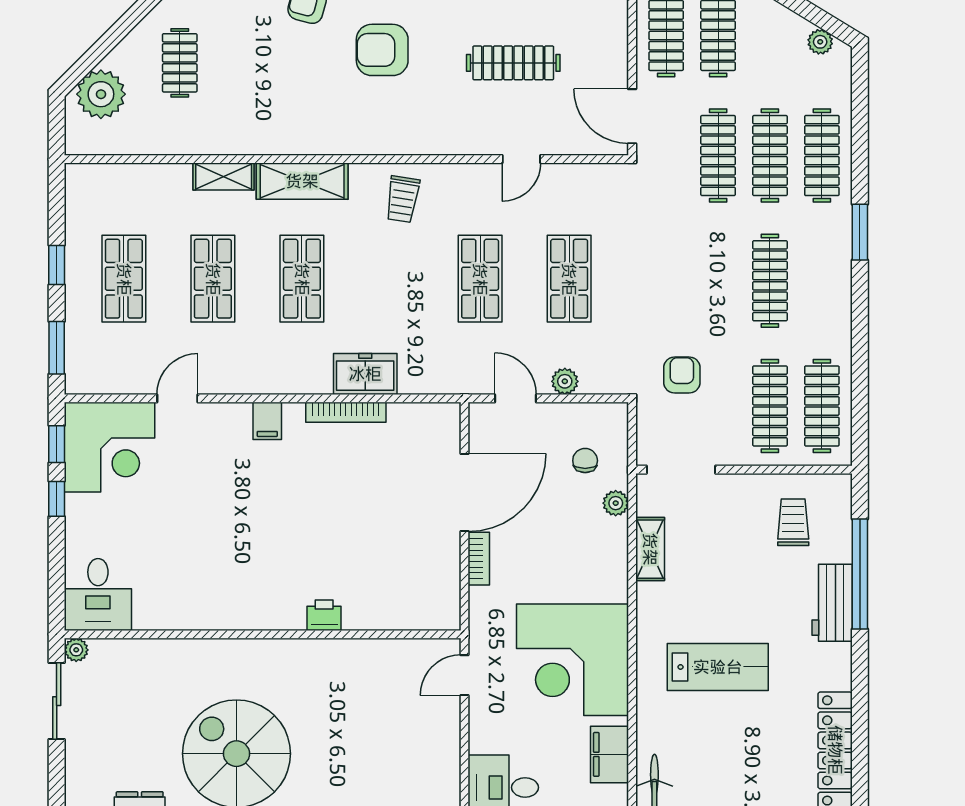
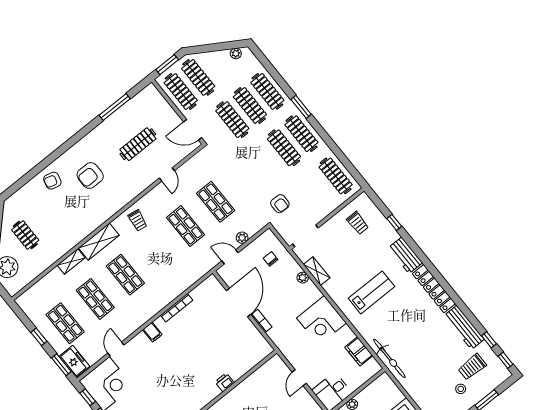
freezer: (365, 374) -> (74, 361), moved, turned 90
armchair: (682, 375) -> (280, 204), turned 180
clothes rail: (770, 406) -> (301, 134), moved
plant: (616, 503) -> (303, 278), moved
trolley: (793, 522) -> (358, 223), turned 180
window: (860, 574) -> (394, 222), width x0.32
workbench: (832, 603) -> (405, 255), moved
corner desk: (573, 660) -> (322, 321), width x0.74, depth x0.74
door: (464, 675) -> (299, 378), moved

